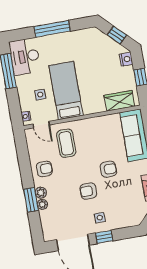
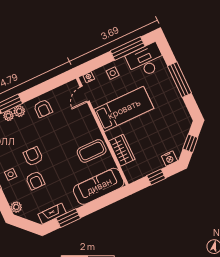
side table: (40, 95) -> (113, 73), moved
wardrobe: (119, 101) -> (122, 150), moved
coffee table: (66, 143) -> (92, 151), moved
armchair: (108, 169) -> (35, 180), moved
plant: (133, 221) -> (16, 207), added

